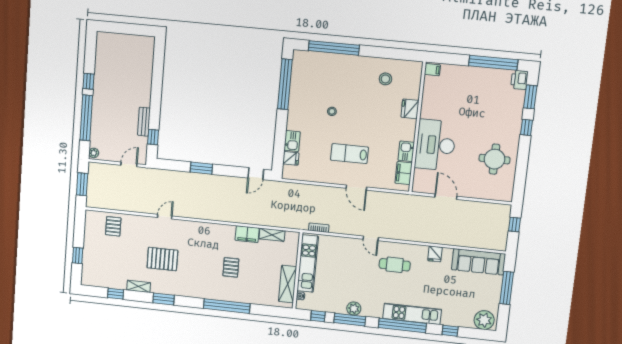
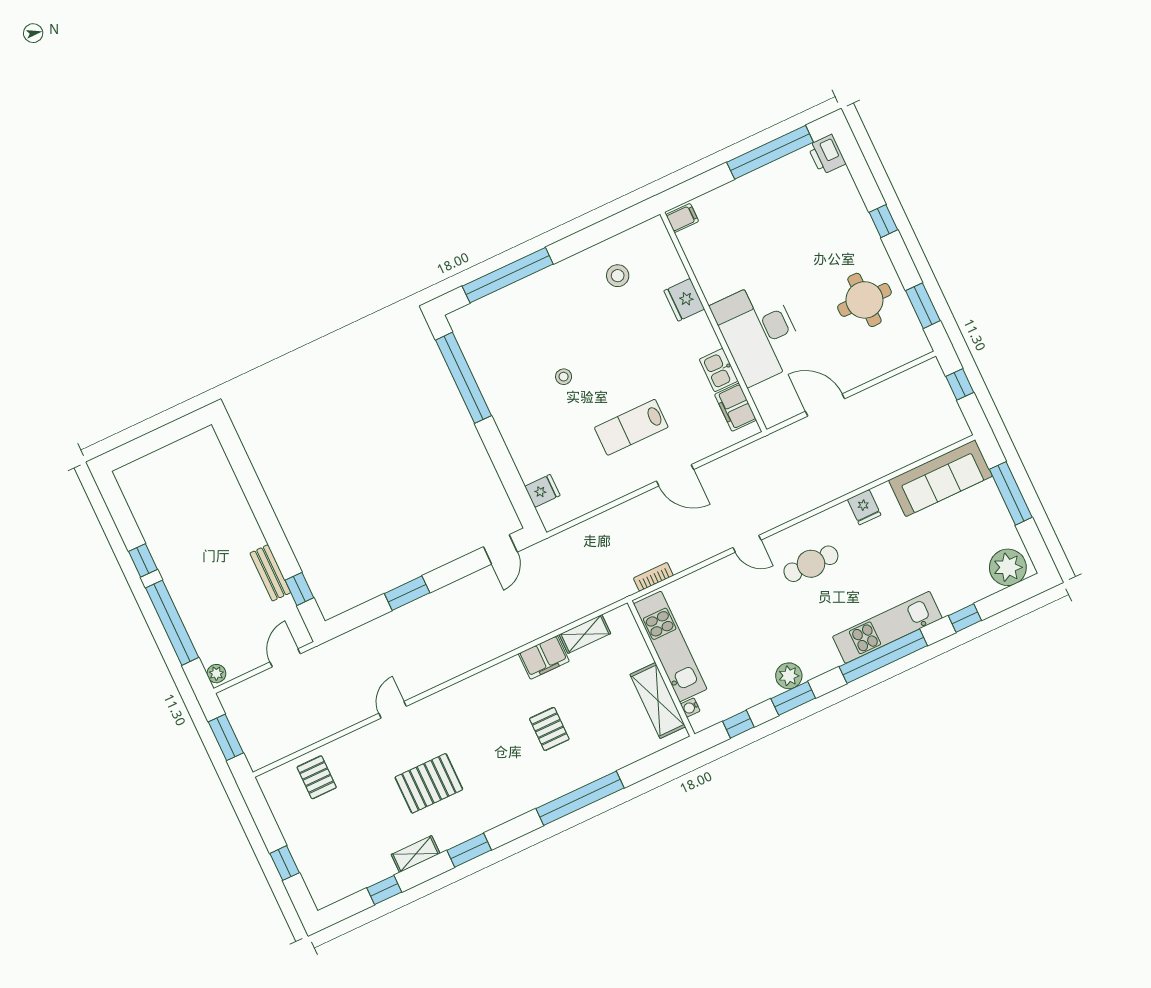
window: (530, 97) -> (923, 306), moved
kitchen sink: (292, 141) -> (528, 462), removed
window: (350, 320) -> (793, 698), width x0.69

